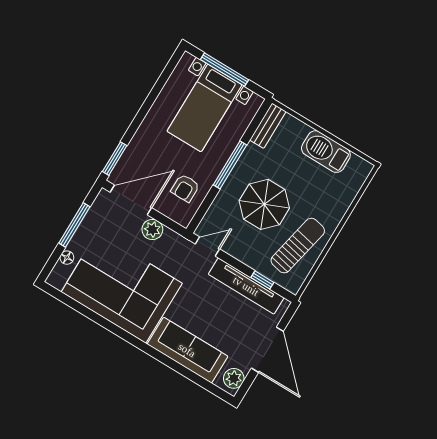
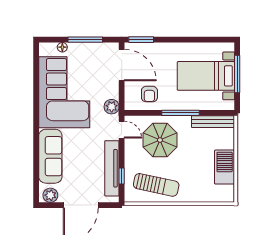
bench: (268, 126) -> (213, 122), width x1.36
armchair: (185, 188) -> (149, 94), turned -90
parasol: (264, 204) -> (160, 140), moved
plant: (152, 229) -> (112, 107), moved

